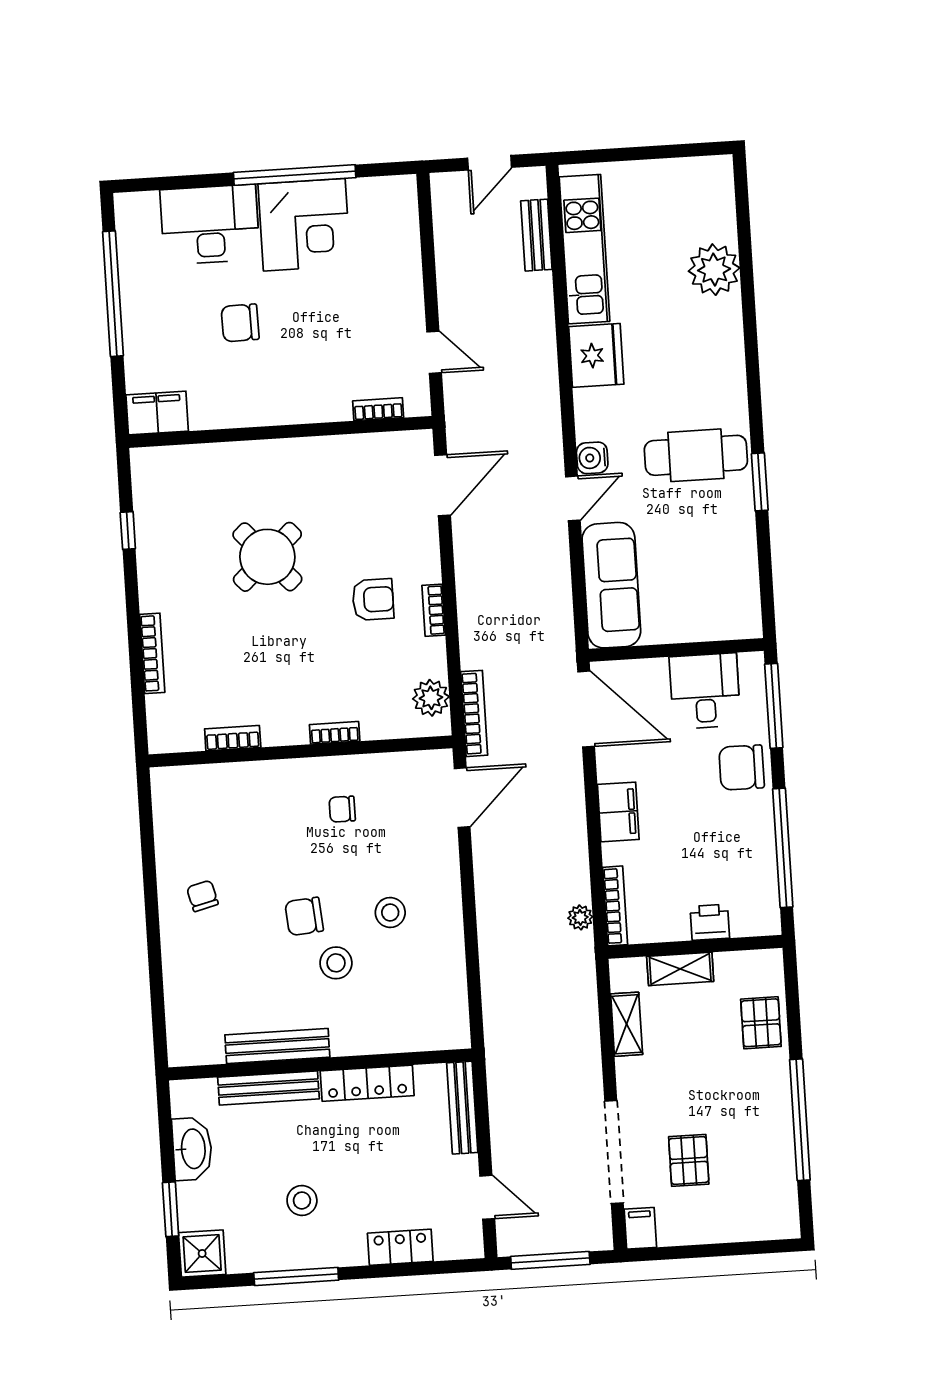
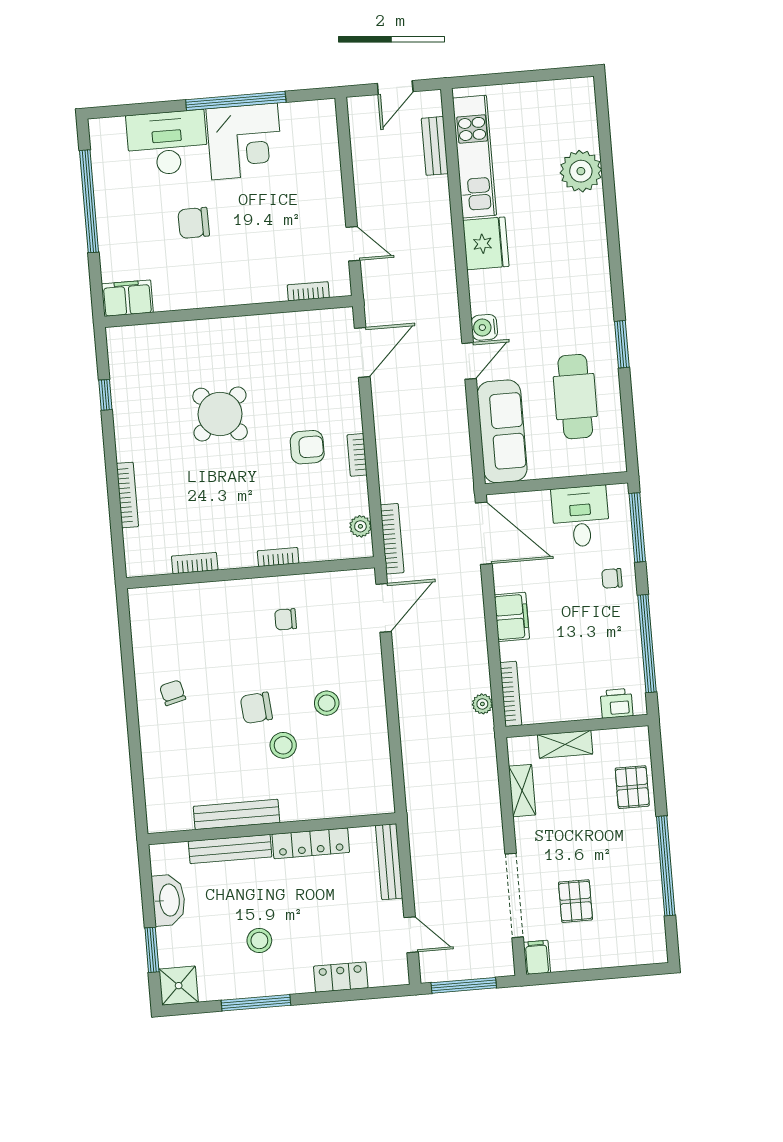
cafe table: (696, 455) -> (575, 397), moved, turned 90
plant: (431, 698) -> (360, 526), width x0.73, depth x0.73
chair: (742, 768) -> (612, 578), width x0.54, depth x0.54
printer: (710, 922) -> (617, 703), moved

